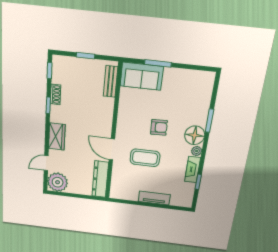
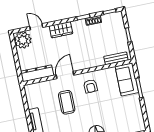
armchair: (159, 127) -> (90, 86), moved

